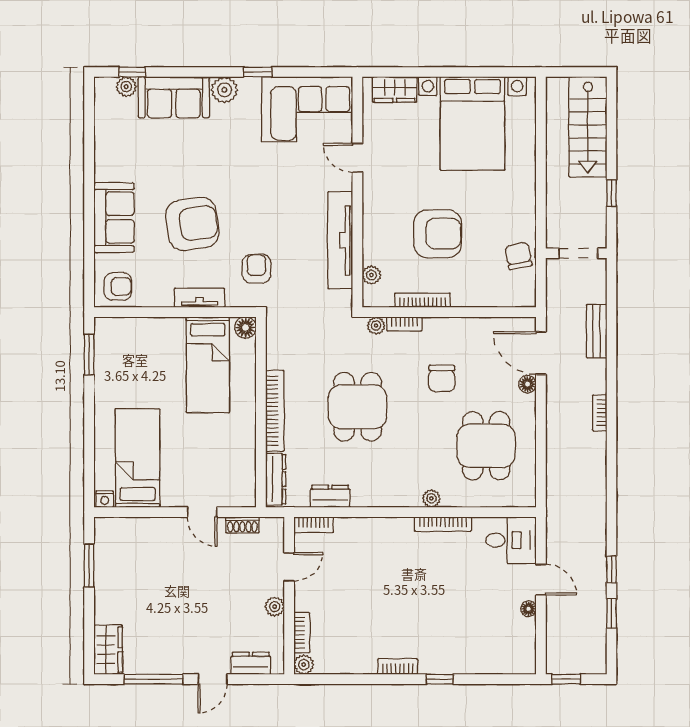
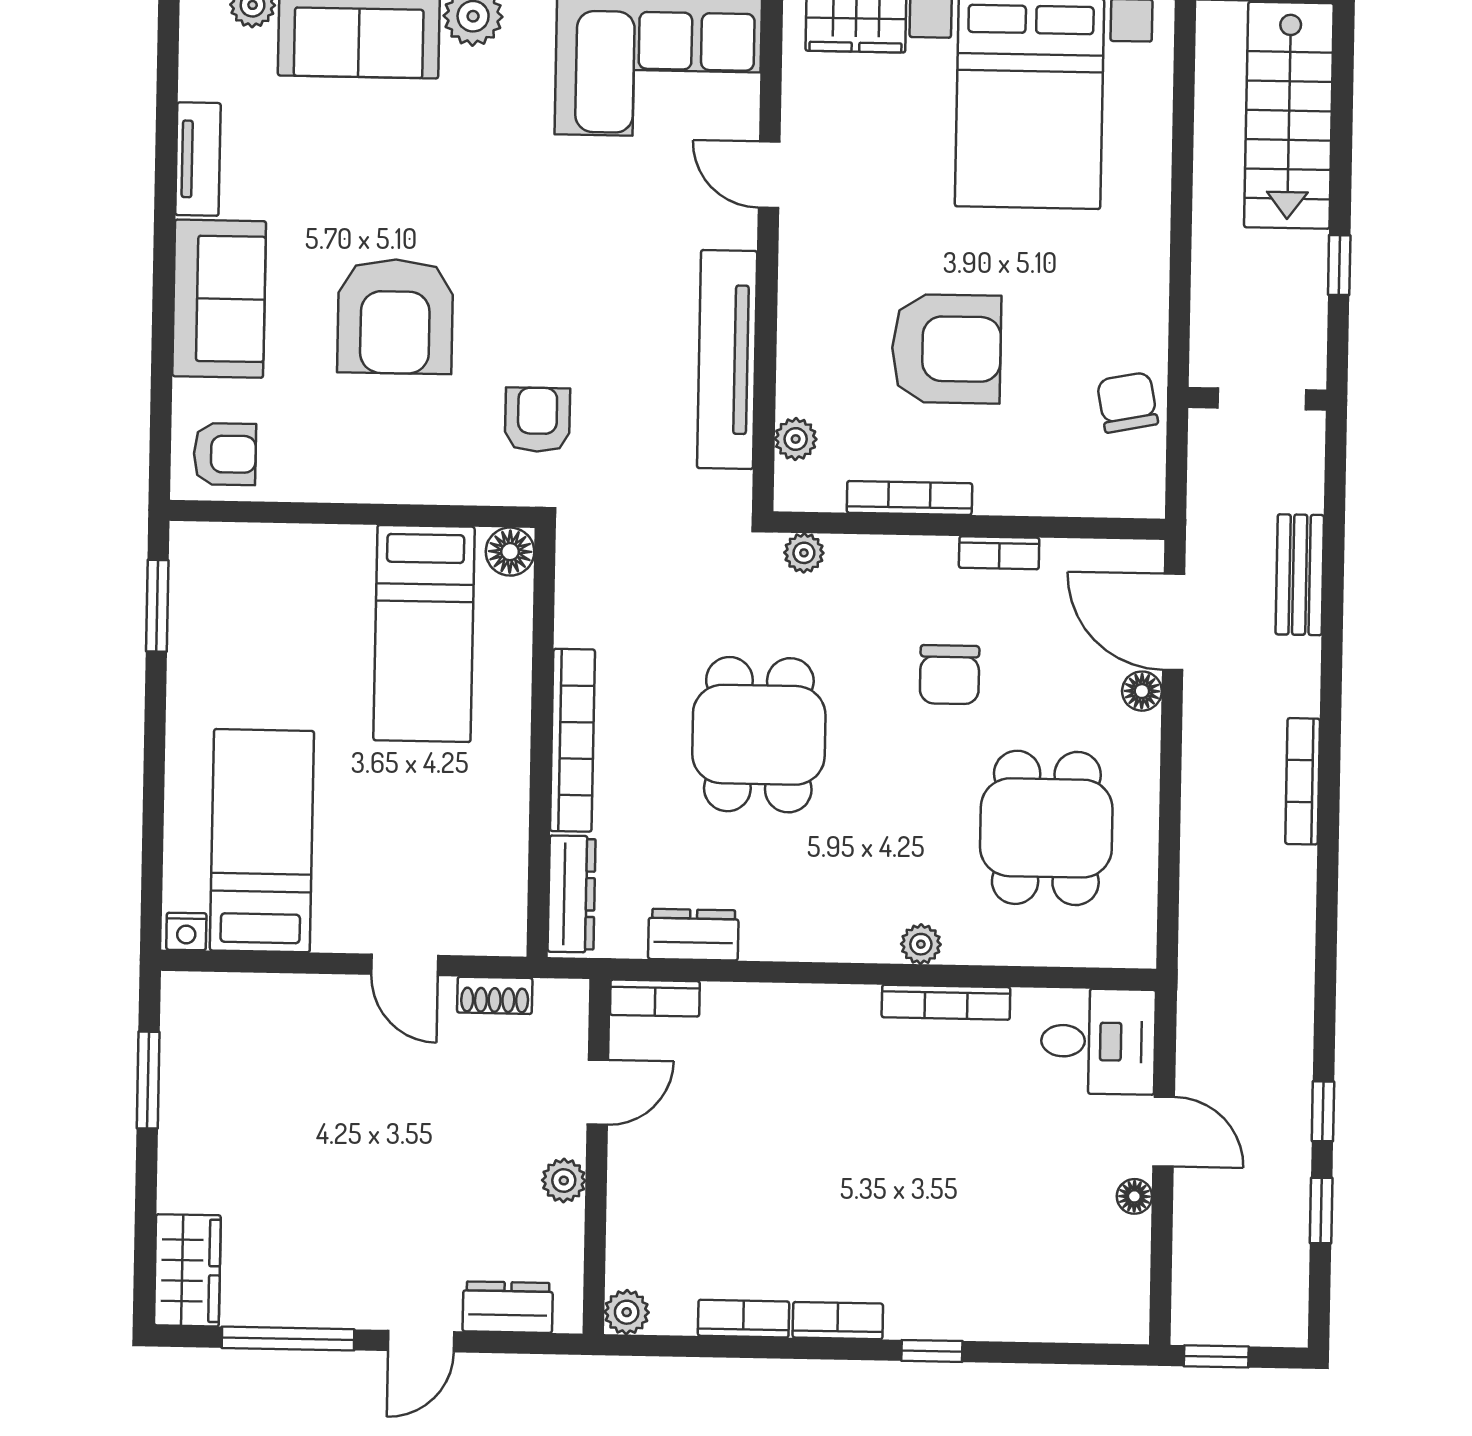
armchair: (192, 224) -> (395, 316), turned 98
tv unit: (200, 298) -> (198, 159), moved, turned 90
bookcase: (404, 324) -> (999, 553), moved
bookcase: (600, 413) -> (1303, 781), width x1.56
bookcase: (302, 633) -> (744, 1319), moved, turned -90

